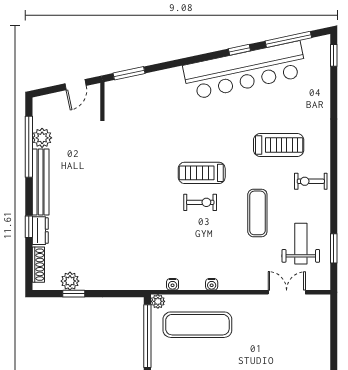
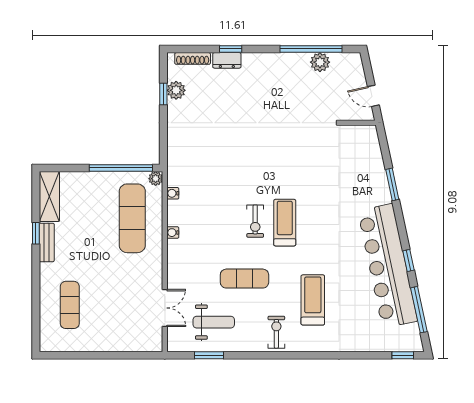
window: (129, 73) -> (392, 184), moved
treadmill: (279, 145) -> (313, 300), turned 180
bench: (41, 182) -> (276, 61), removed

